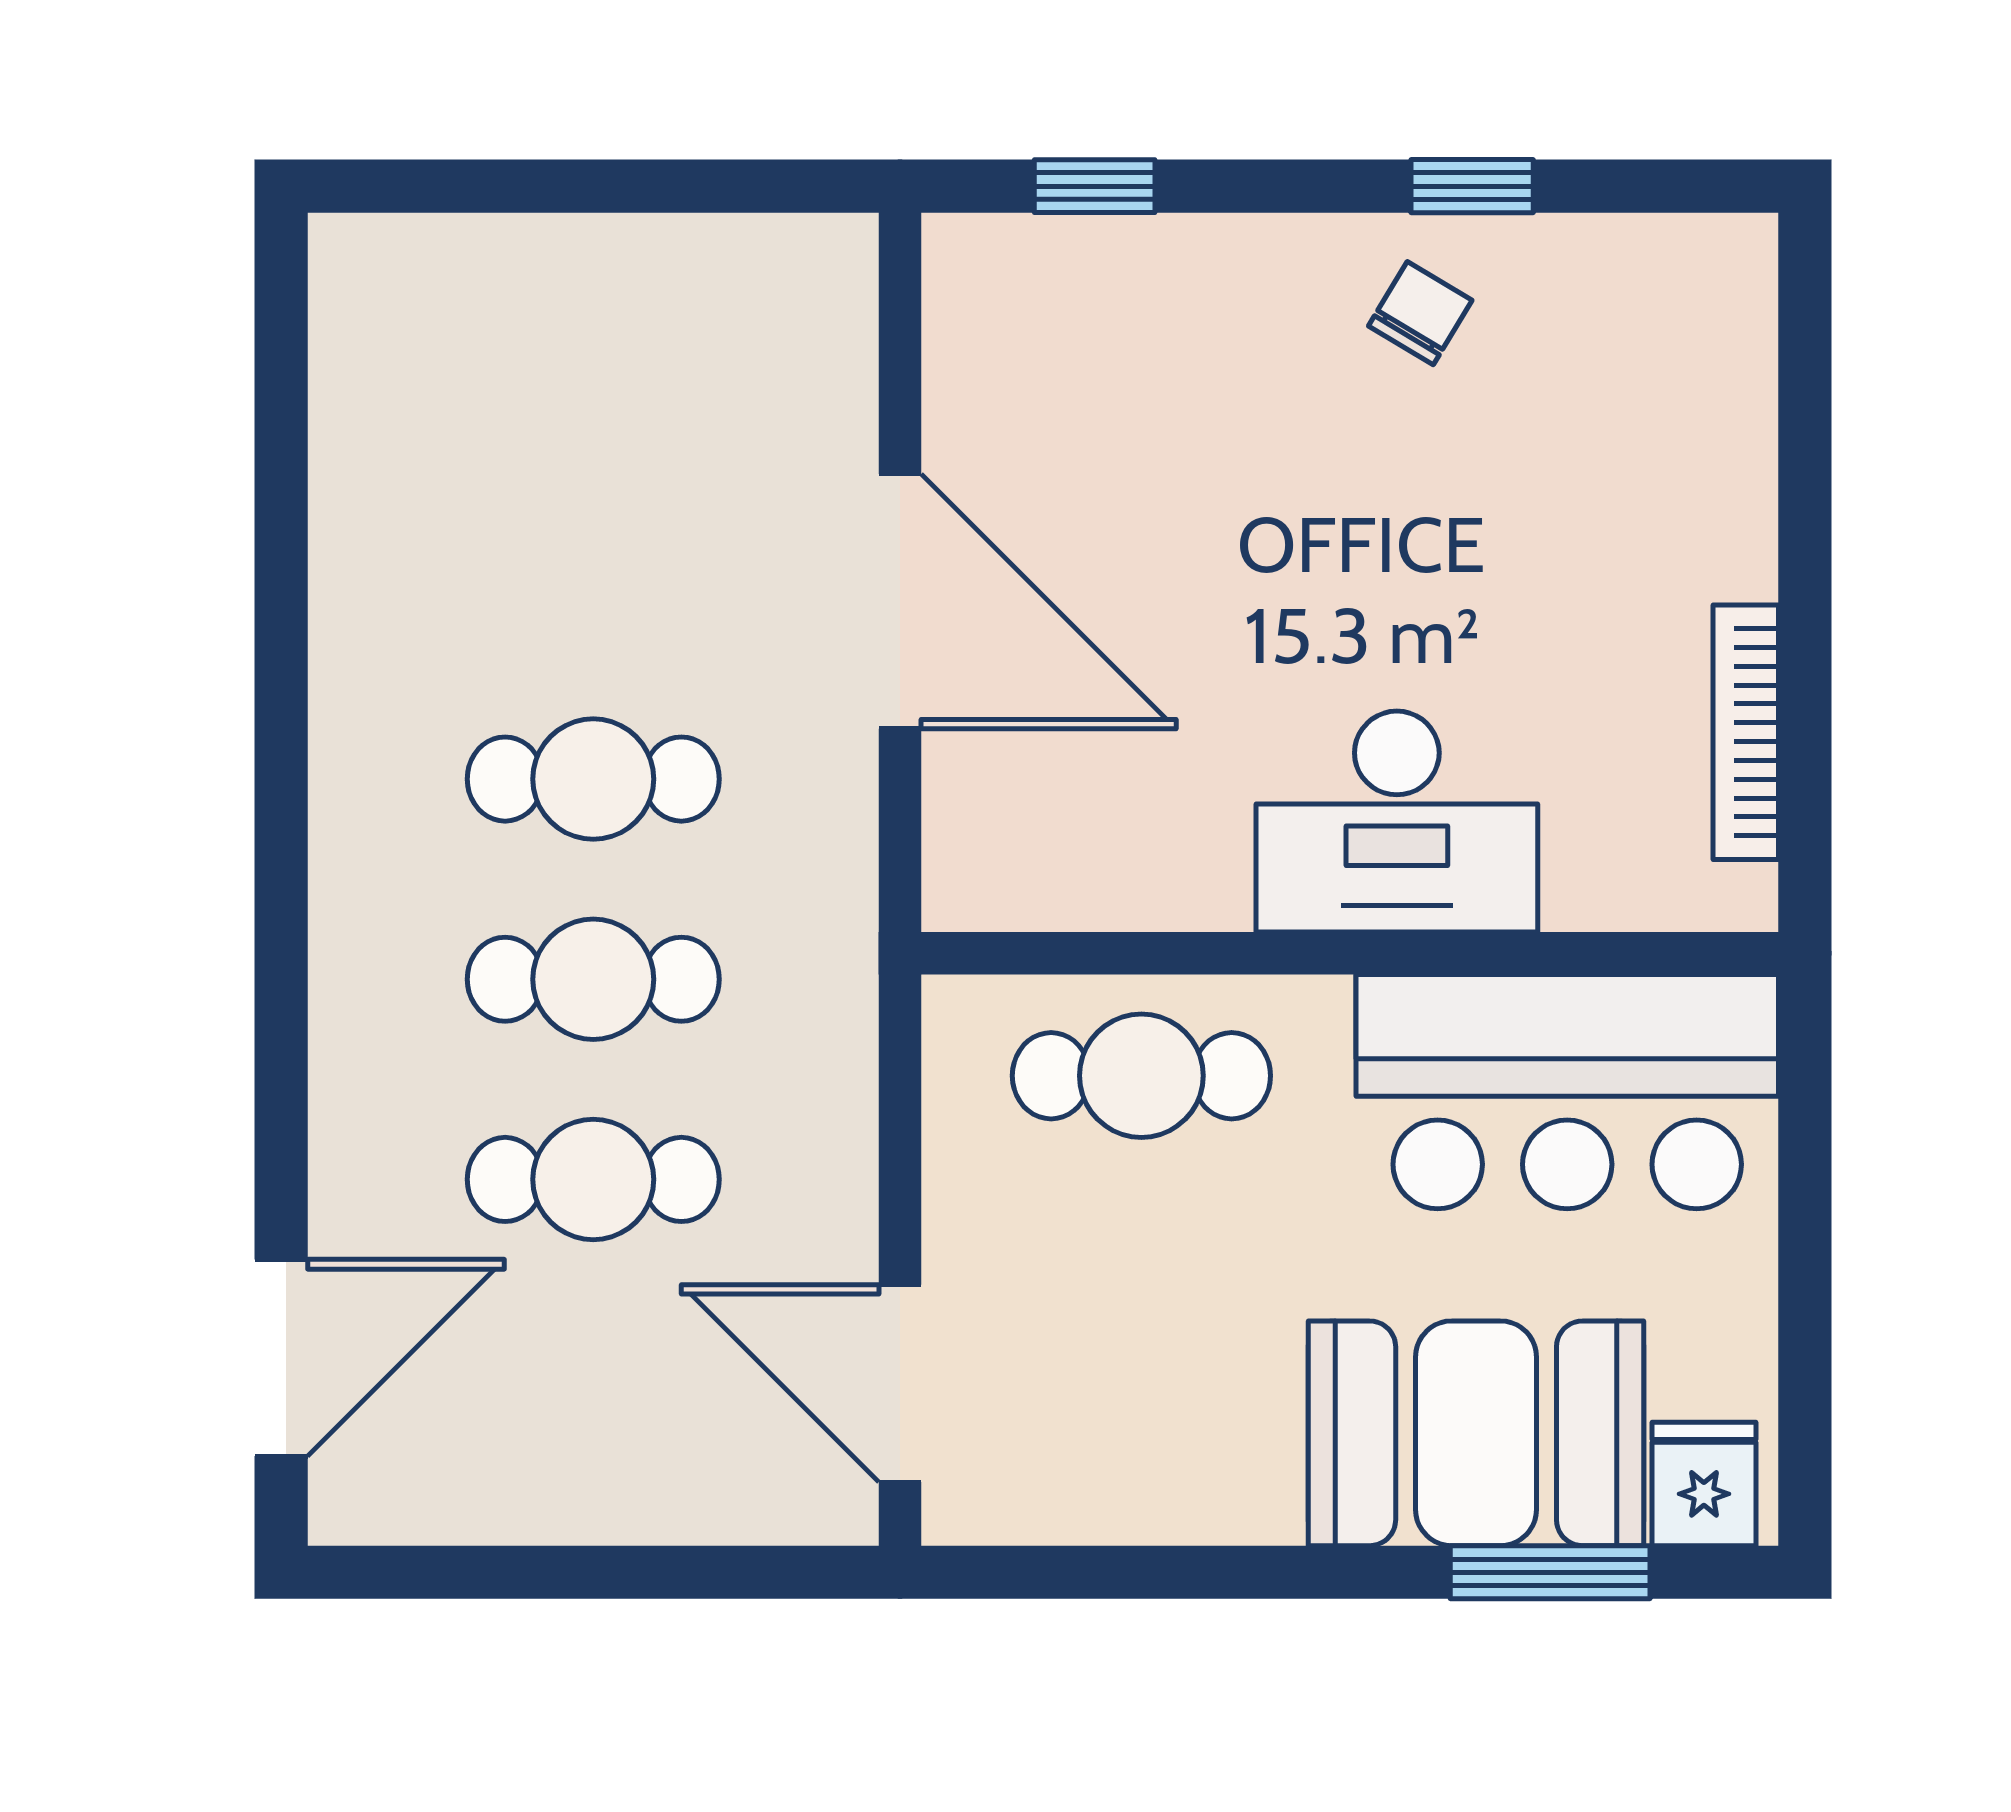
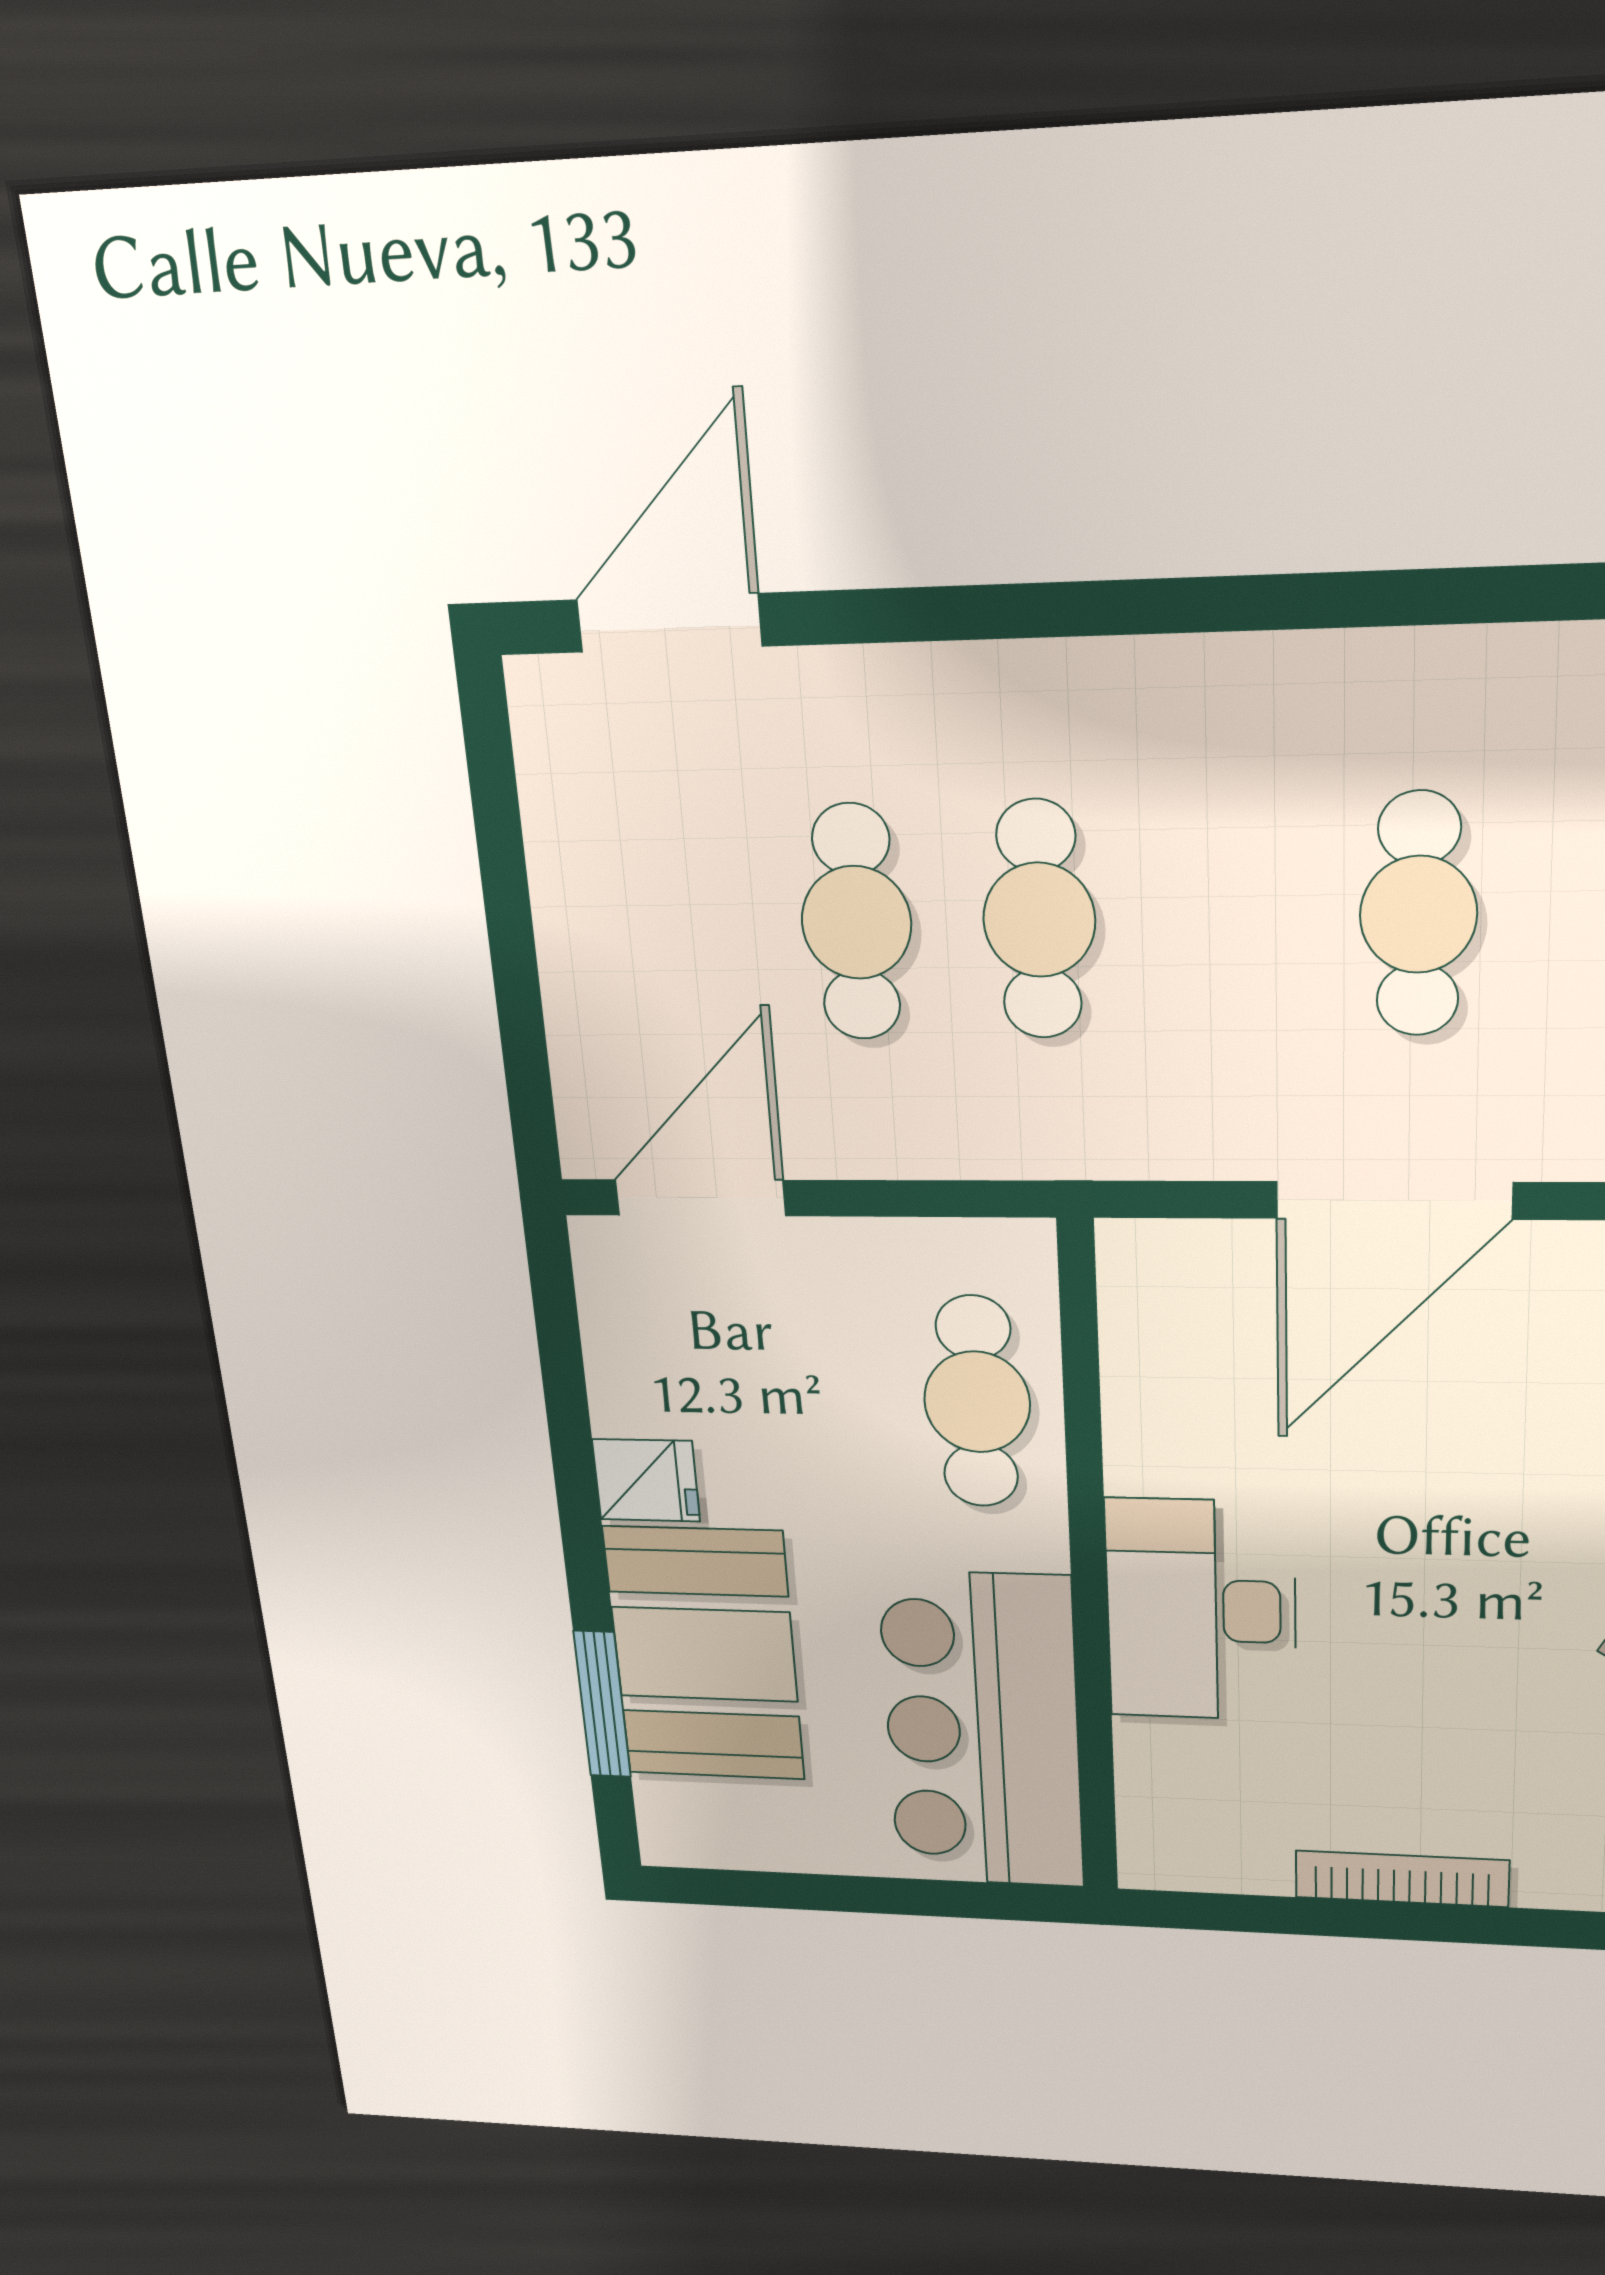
bookcase: (1746, 732) -> (1402, 1879), moved
cafe table: (593, 779) -> (1418, 915), moved
door: (281, 1358) -> (669, 623), swing flipped
fridge: (1704, 1484) -> (646, 1480), moved

